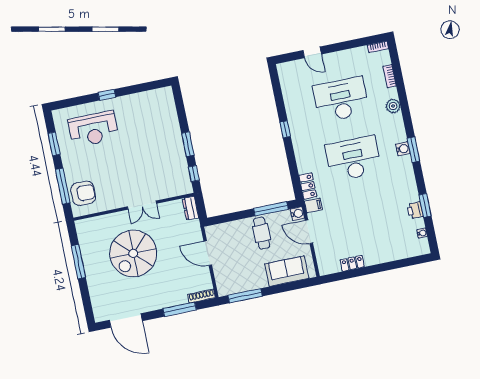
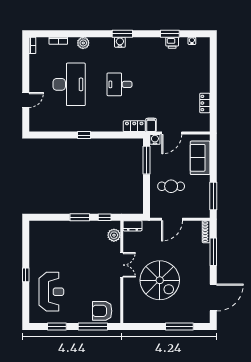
desk: (341, 99) -> (69, 84), turned 180
desk: (353, 159) -> (119, 84), width x0.53, depth x0.77
plant: (175, 189) -> (114, 235), added
armchair: (83, 193) -> (102, 311), turned -90
cafe table: (262, 233) -> (171, 186), moved
window: (78, 262) -> (179, 326), moved

